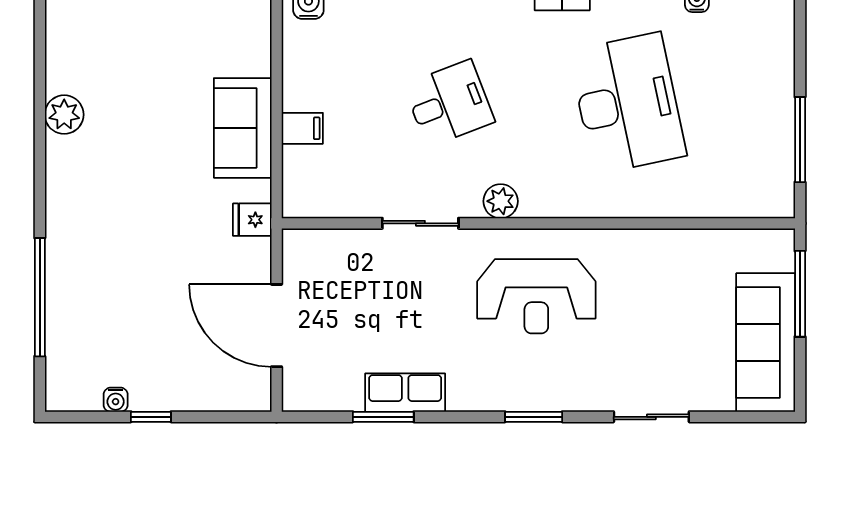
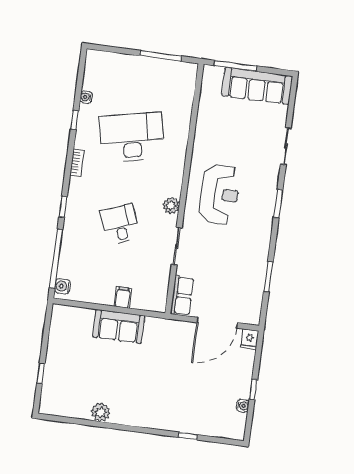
fridge: (252, 220) -> (250, 339), moved
window: (40, 297) -> (188, 436), width x0.32
row of seats: (405, 393) -> (182, 296), moved, turned 180

